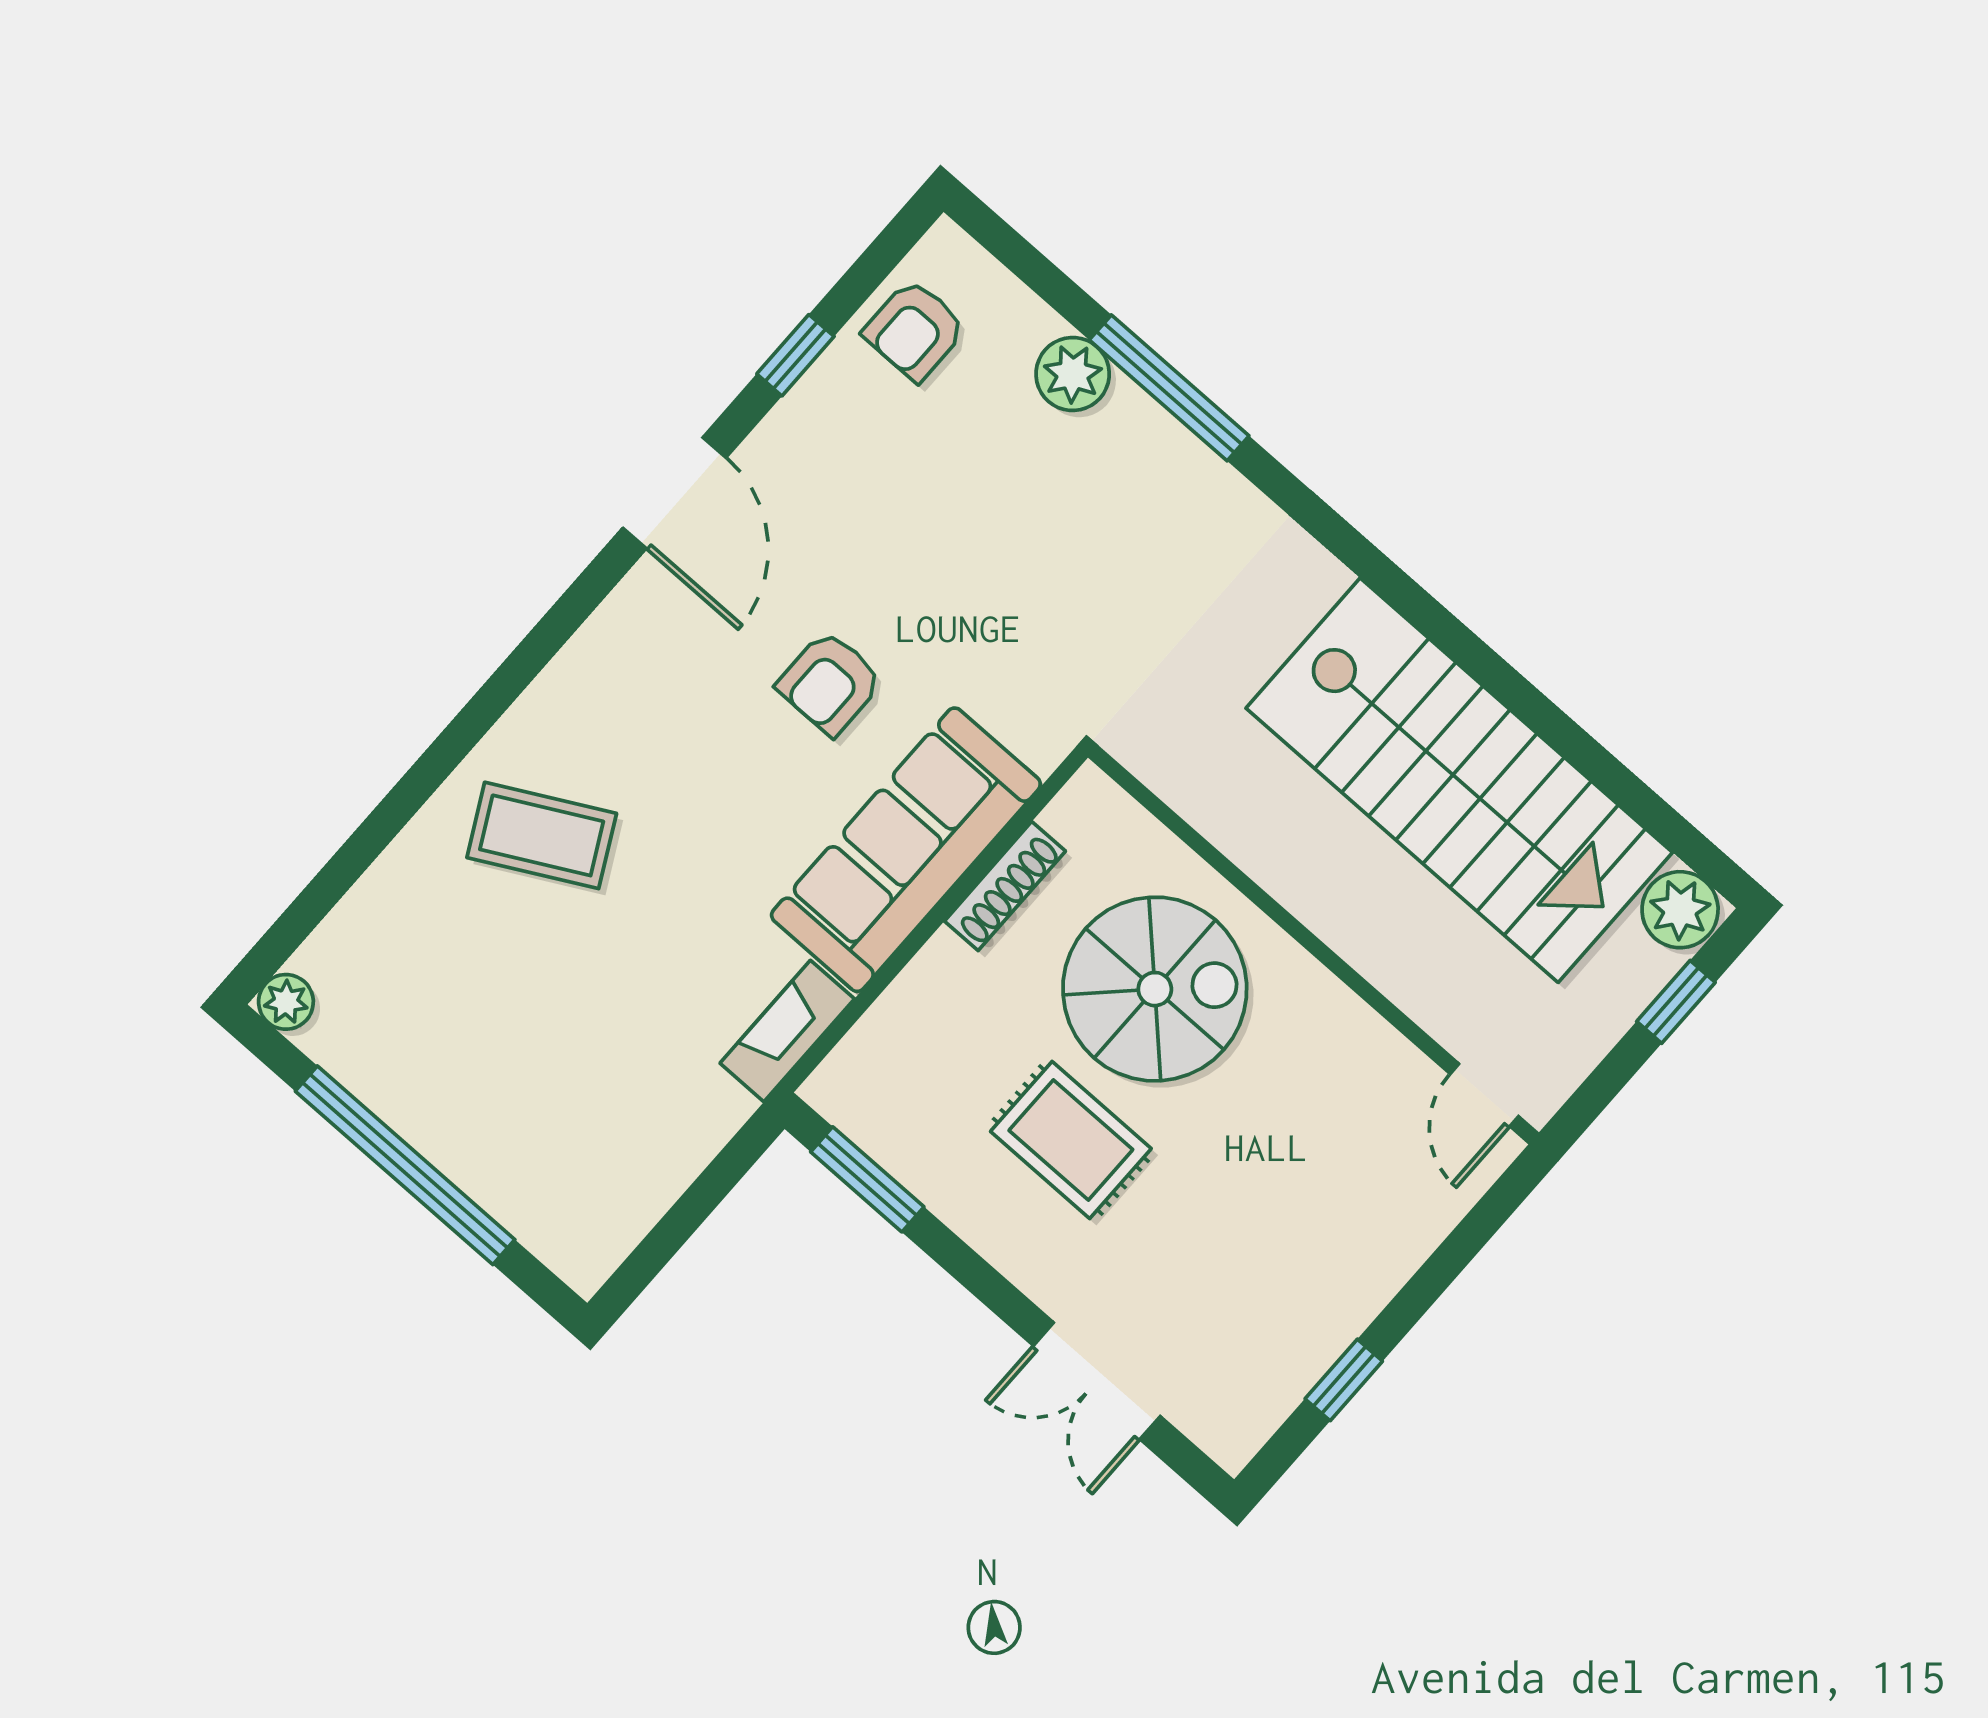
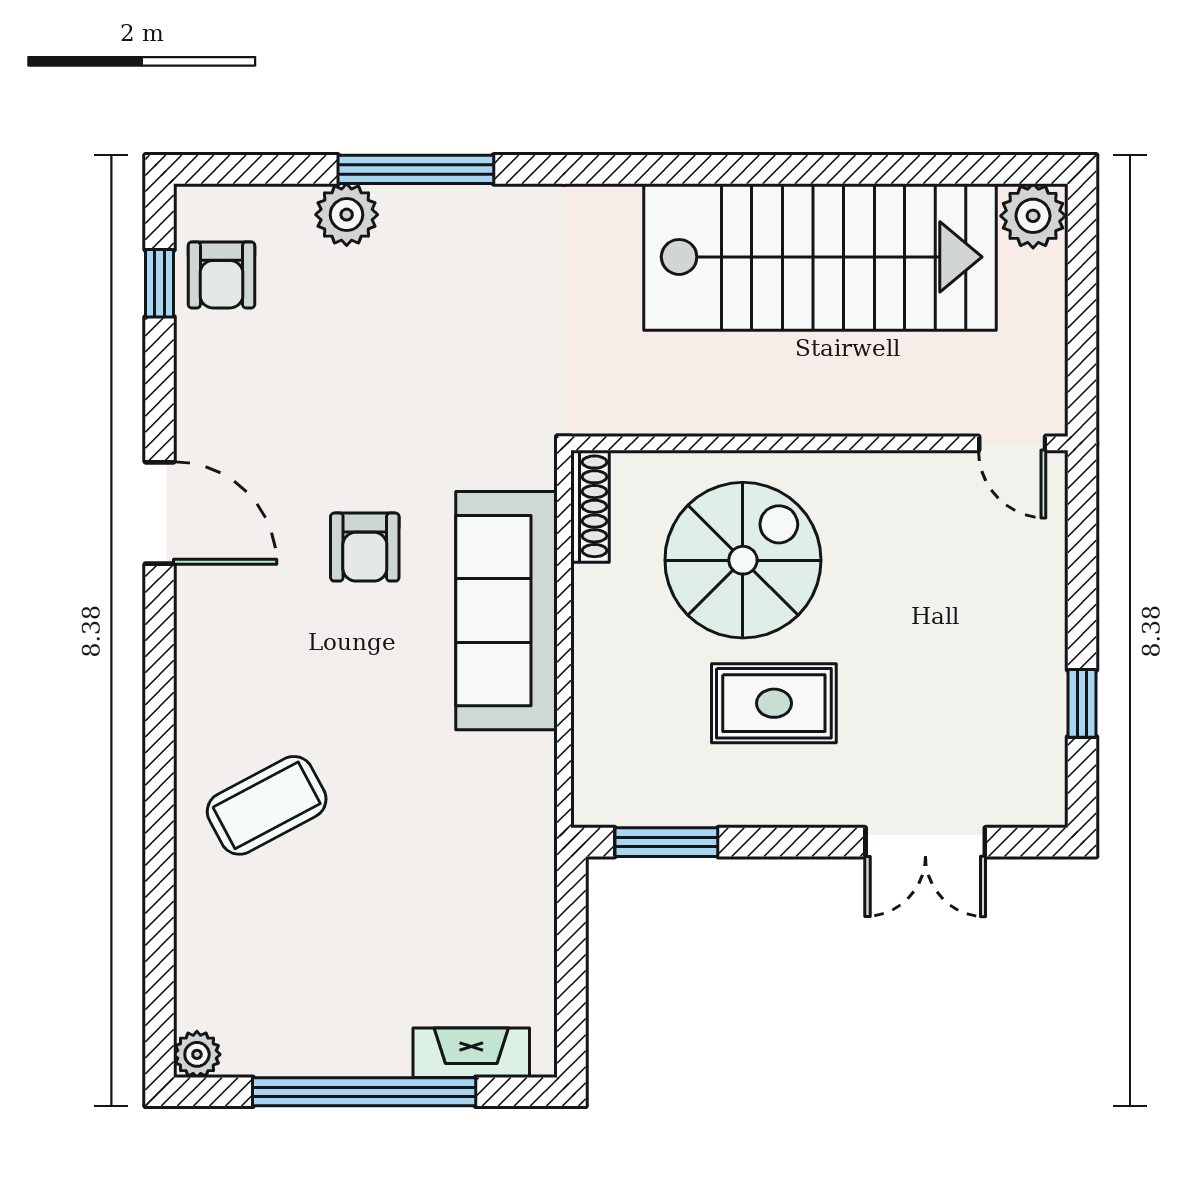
window: (795, 355) -> (160, 283), moved
shoe rack: (1005, 886) -> (590, 506), moved
window: (1676, 1002) -> (1082, 277), removed
fireplace: (787, 1031) -> (471, 1053), moved, turned 90

